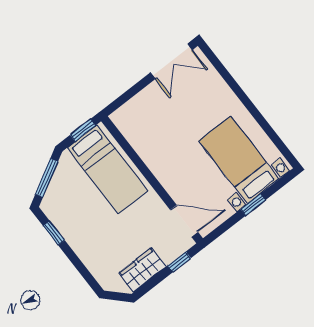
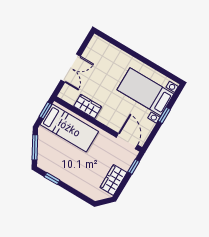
double door: (171, 61) -> (71, 68), moved
wardrobe: (147, 148) -> (88, 106), added
door: (184, 221) -> (127, 141), hinge flipped

